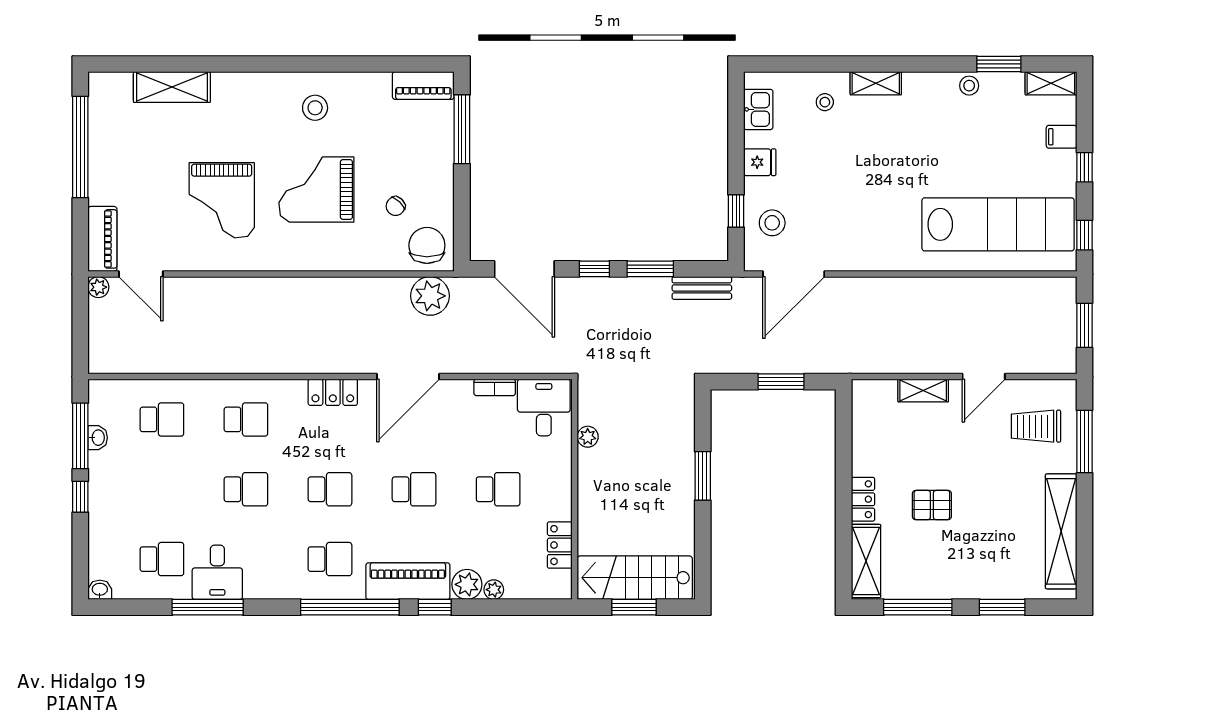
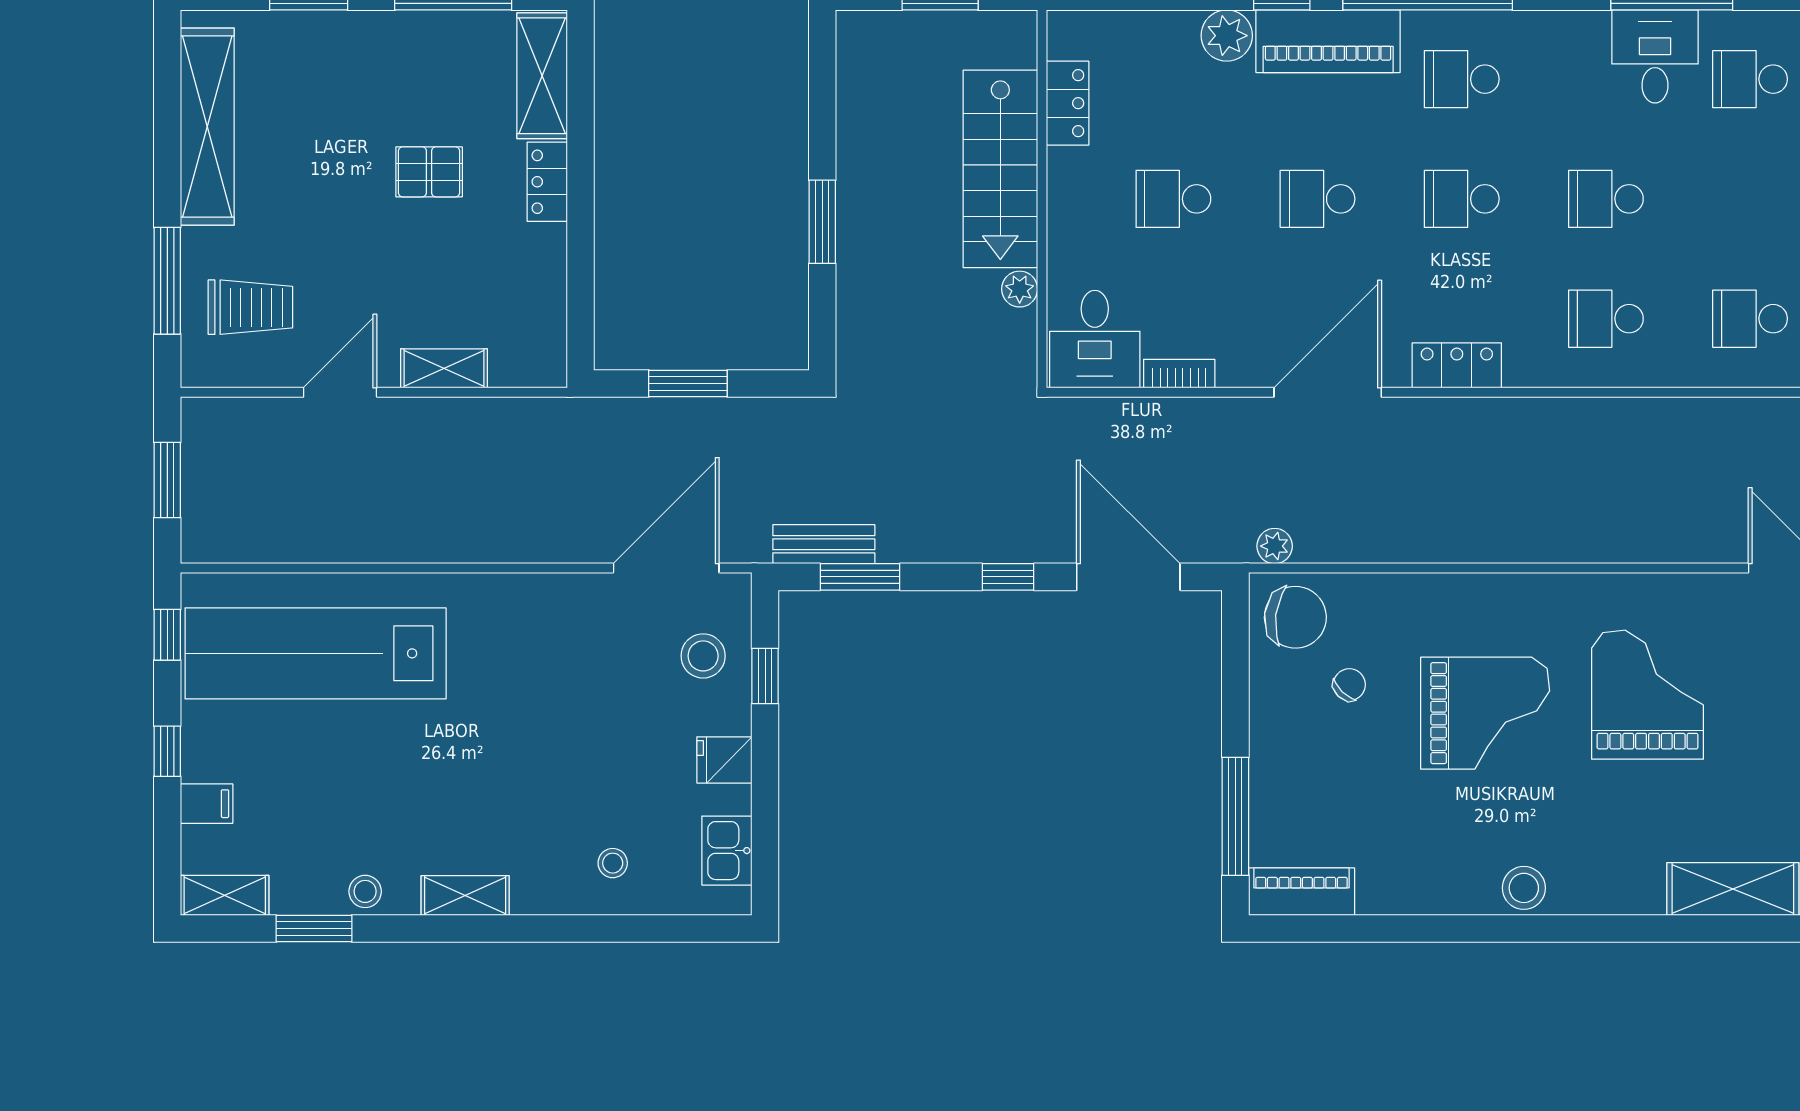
shelving: (876, 83) -> (465, 895), moved
stool: (315, 108) -> (1524, 888), moved
chair: (427, 245) -> (1295, 617), turned -83
window: (650, 269) -> (860, 577), moved
plant: (430, 296) -> (1275, 546), width x0.53, depth x0.53
stairs: (635, 578) -> (1000, 169), moved, turned 90
plant: (494, 590) -> (1181, 27), removed

